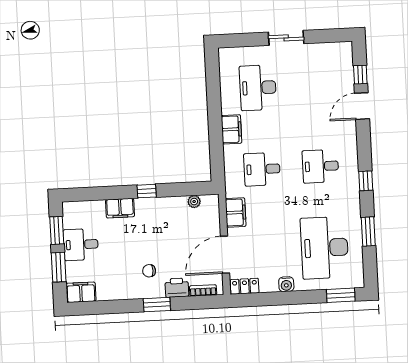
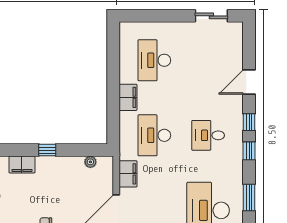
sliding door: (286, 38) -> (211, 16), moved
window: (360, 75) -> (249, 122), moved
desk: (262, 169) -> (154, 135), width x1.37

